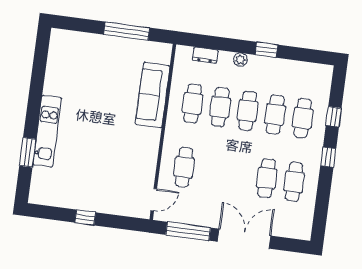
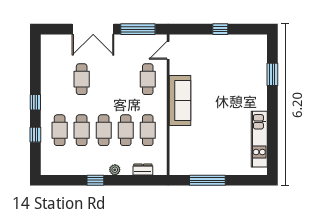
sofa: (153, 95) -> (180, 100), moved
kitchen unit: (47, 131) -> (259, 139), moved
cafe table: (294, 182) -> (60, 79), removed

